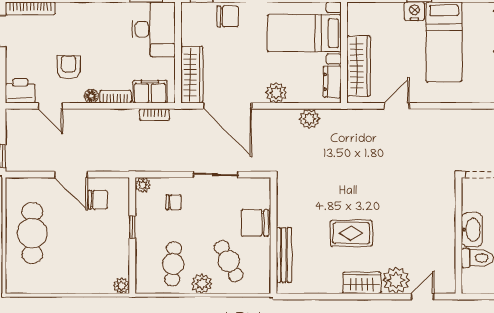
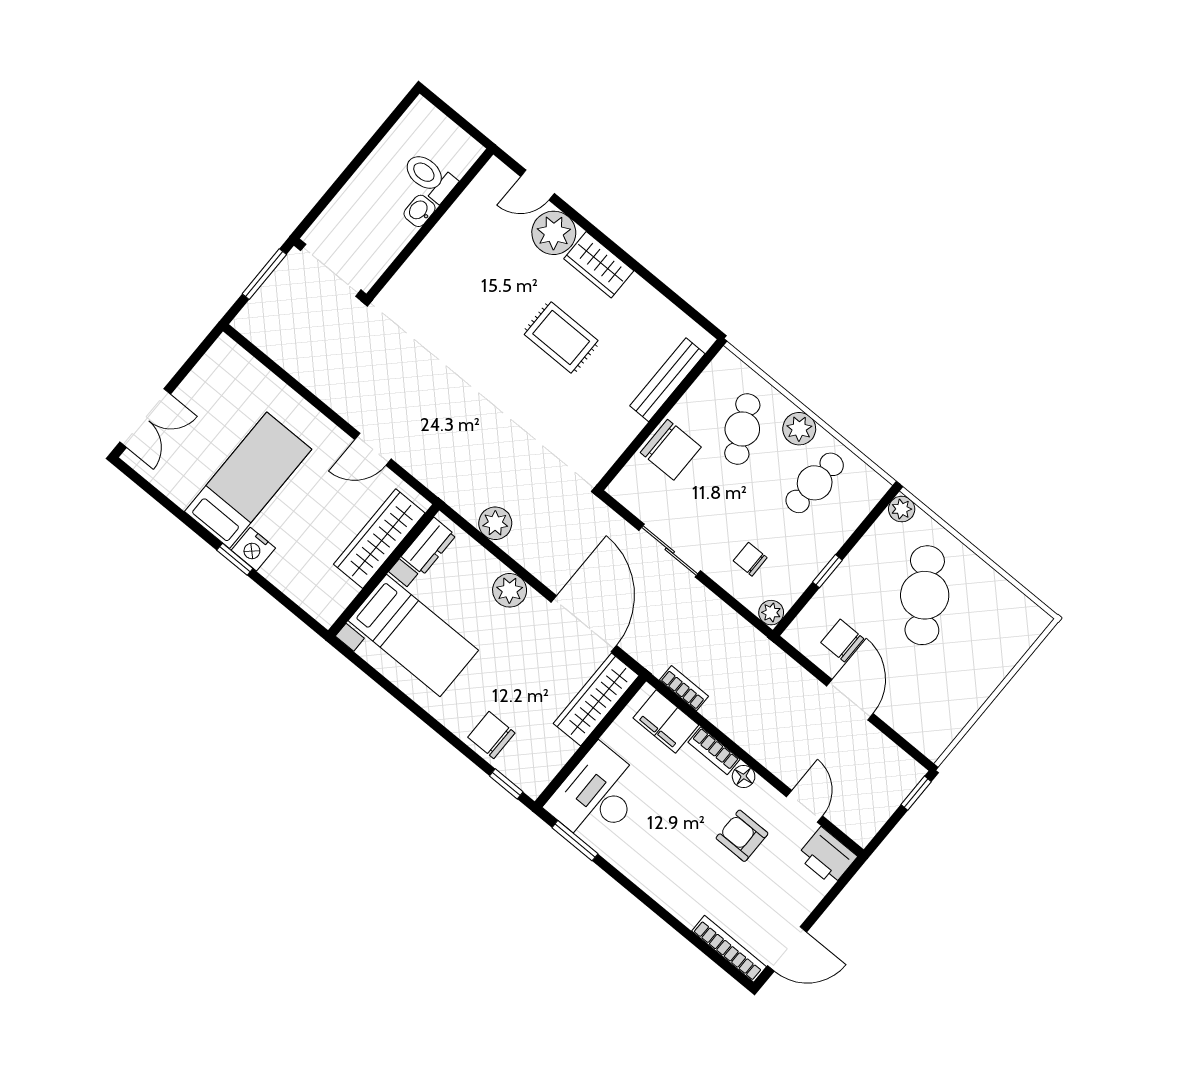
armchair: (69, 67) -> (742, 836), turned 90
washbasin: (472, 230) -> (420, 211), width x0.52, depth x0.69
cafe table: (32, 233) -> (925, 595), moved, turned -35

